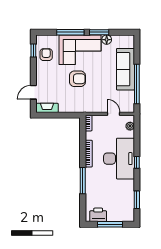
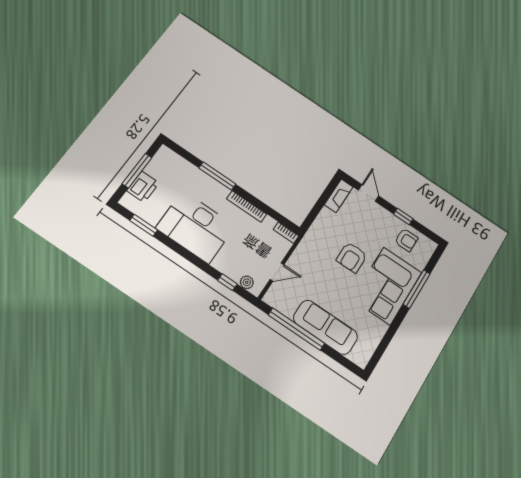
window: (99, 32) -> (395, 326), removed
floor lamp: (107, 40) -> (379, 329), removed
window: (33, 50) -> (403, 216), moved
desk: (119, 159) -> (196, 227), moved
window: (137, 162) -> (227, 282), moved
printer: (98, 215) -> (143, 187), moved

